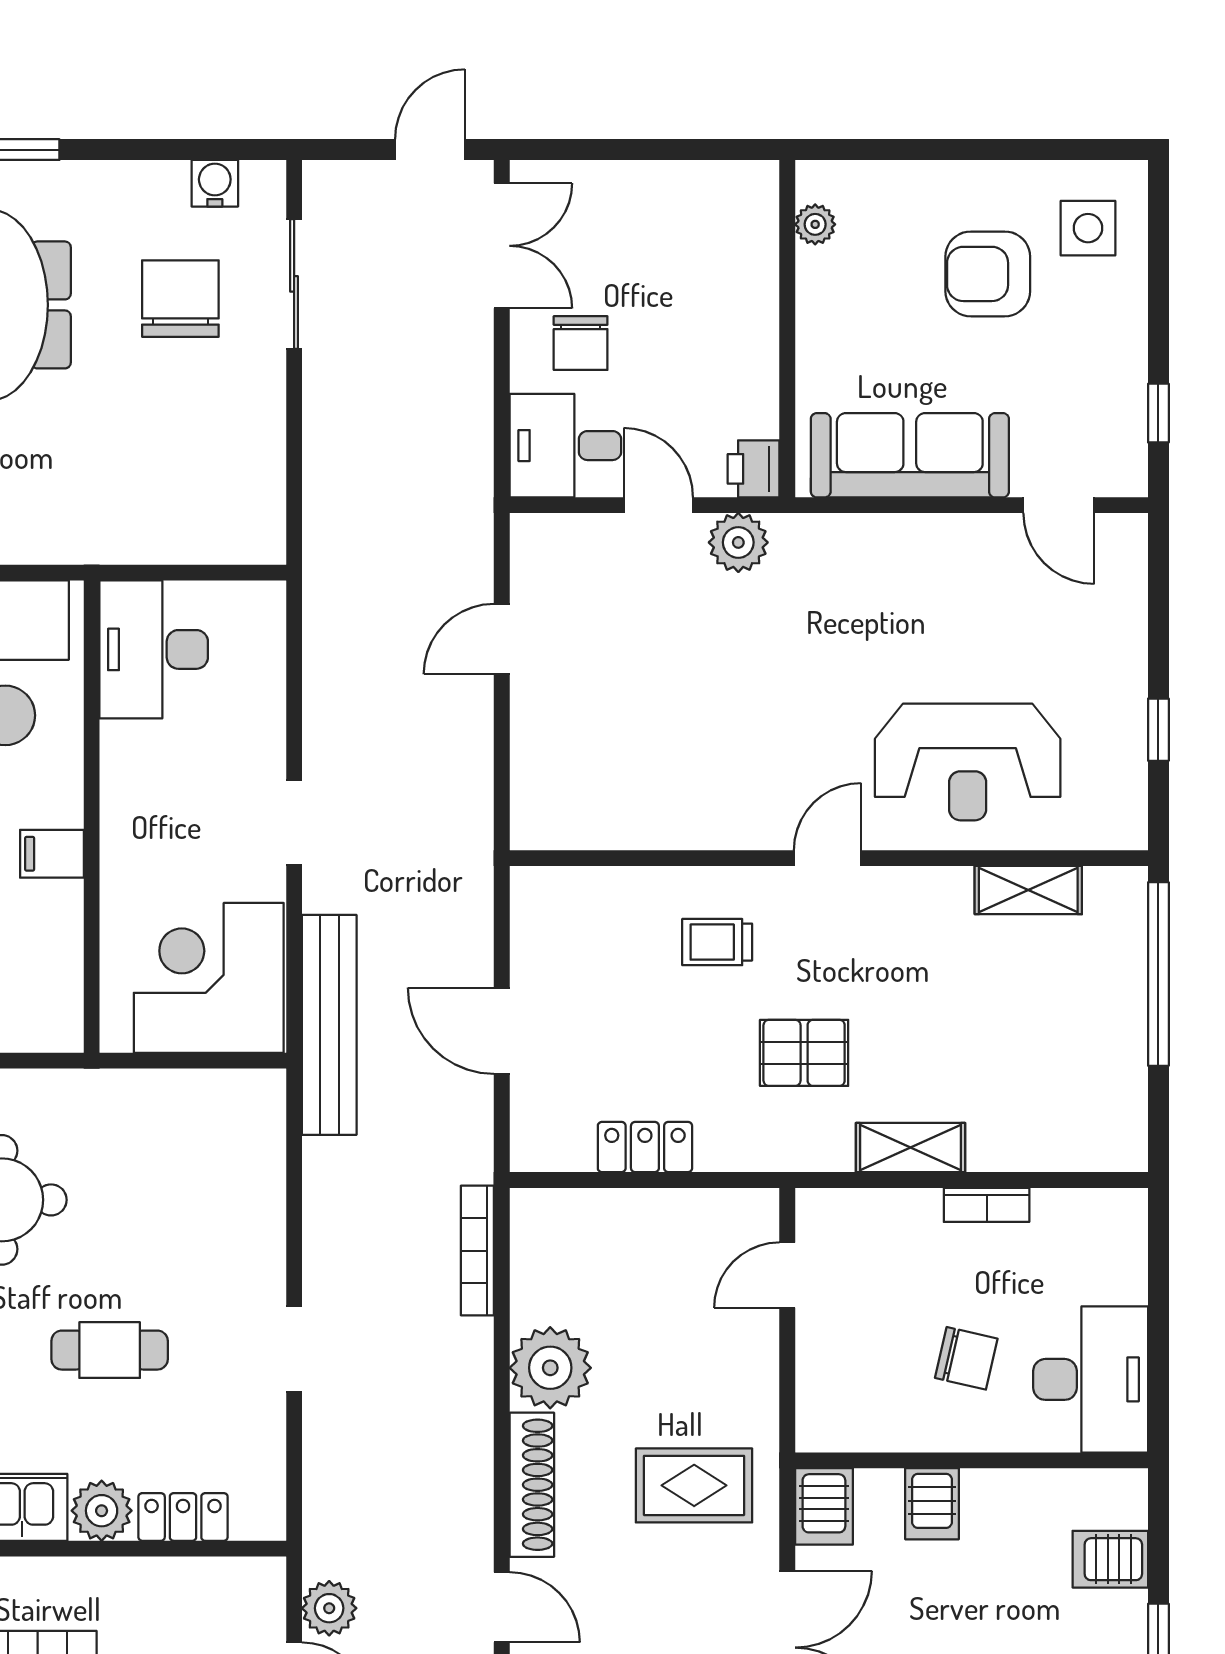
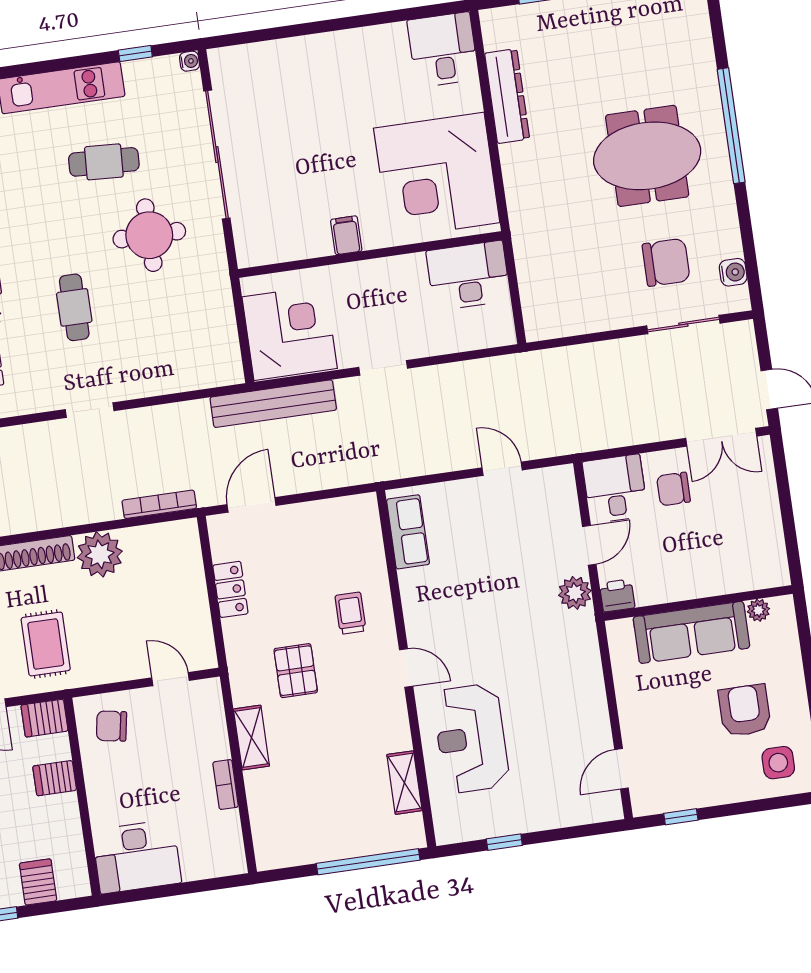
sofa: (910, 455) -> (691, 632), moved, turned 90
row of seats: (589, 820) -> (408, 532), added
door: (502, 1031) -> (251, 505), moved
chair: (966, 1358) -> (112, 726), moved, turned 87

